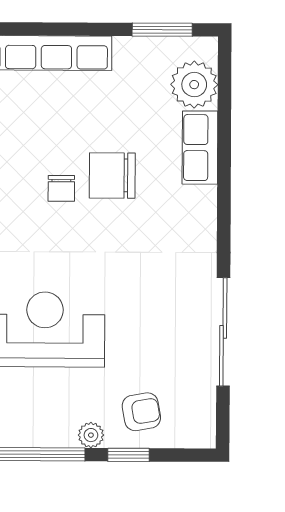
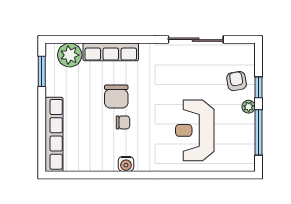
row of seats: (200, 148) -> (111, 52), width x1.48

